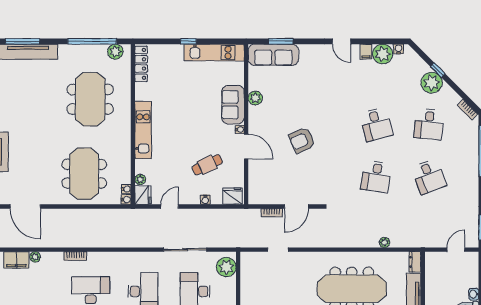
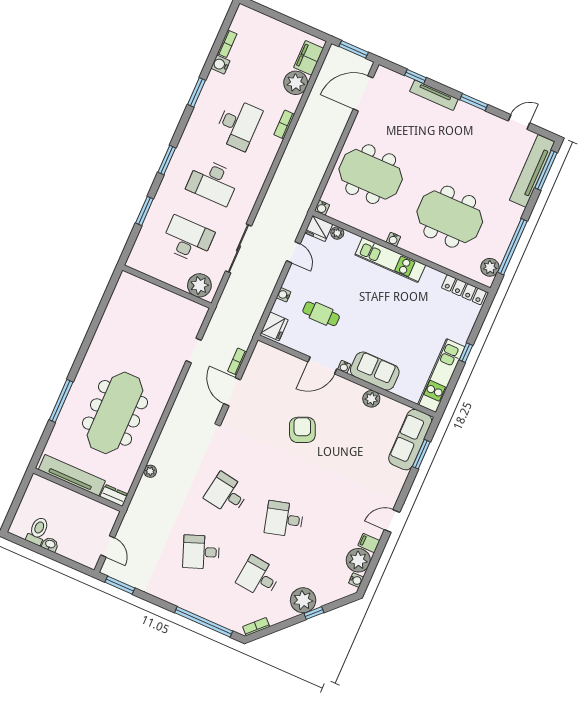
cafe table: (207, 165) -> (321, 314), turned -65
water cooler: (126, 189) -> (393, 239), moved
plant: (35, 257) -> (296, 83), width x1.88, depth x1.88

